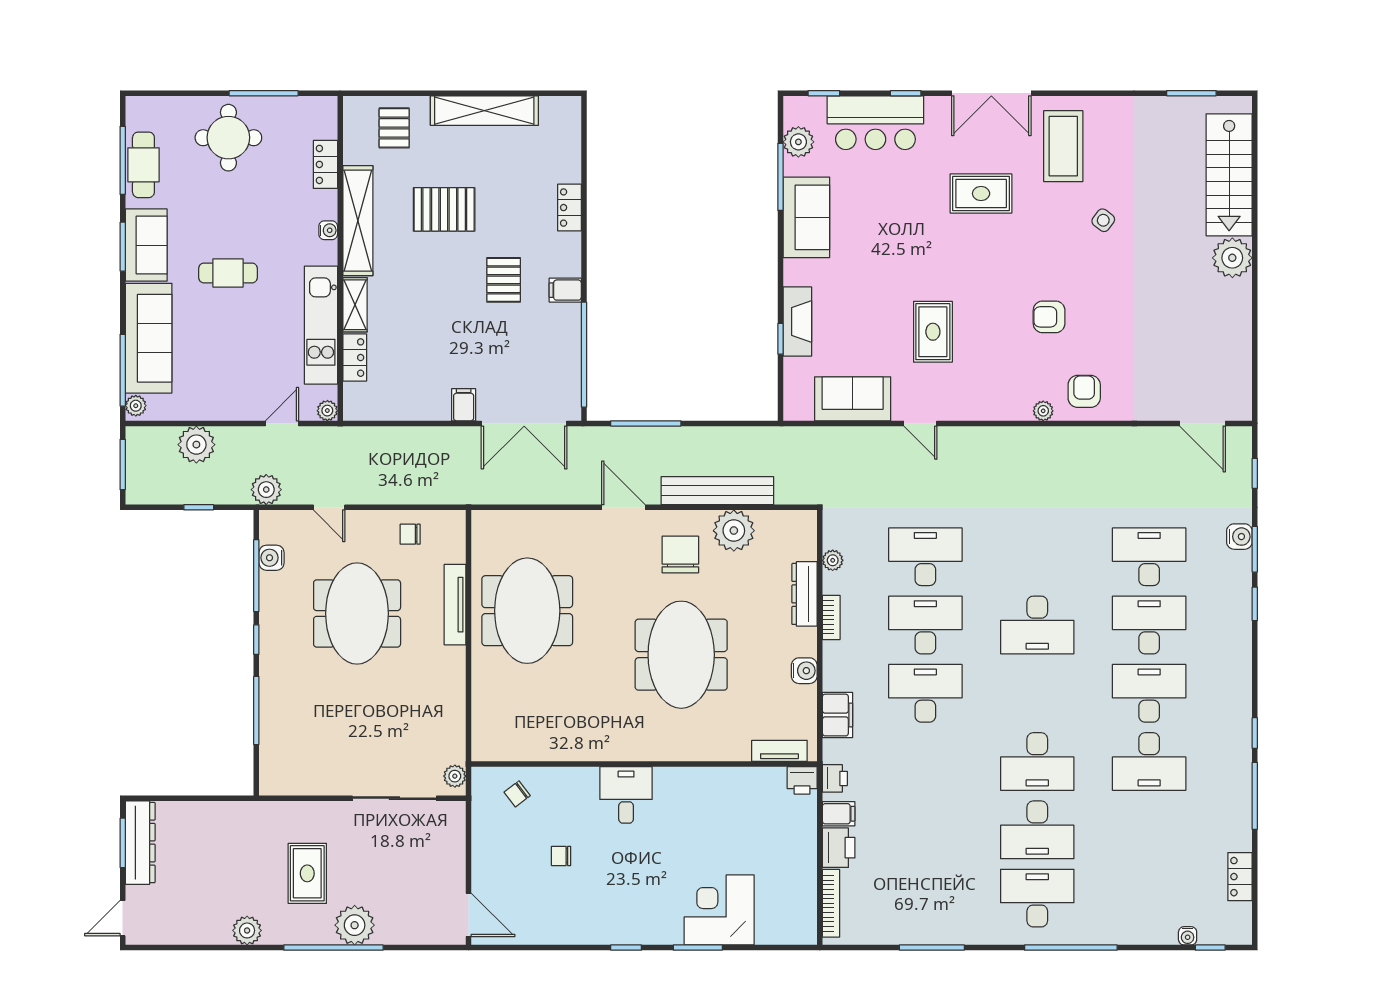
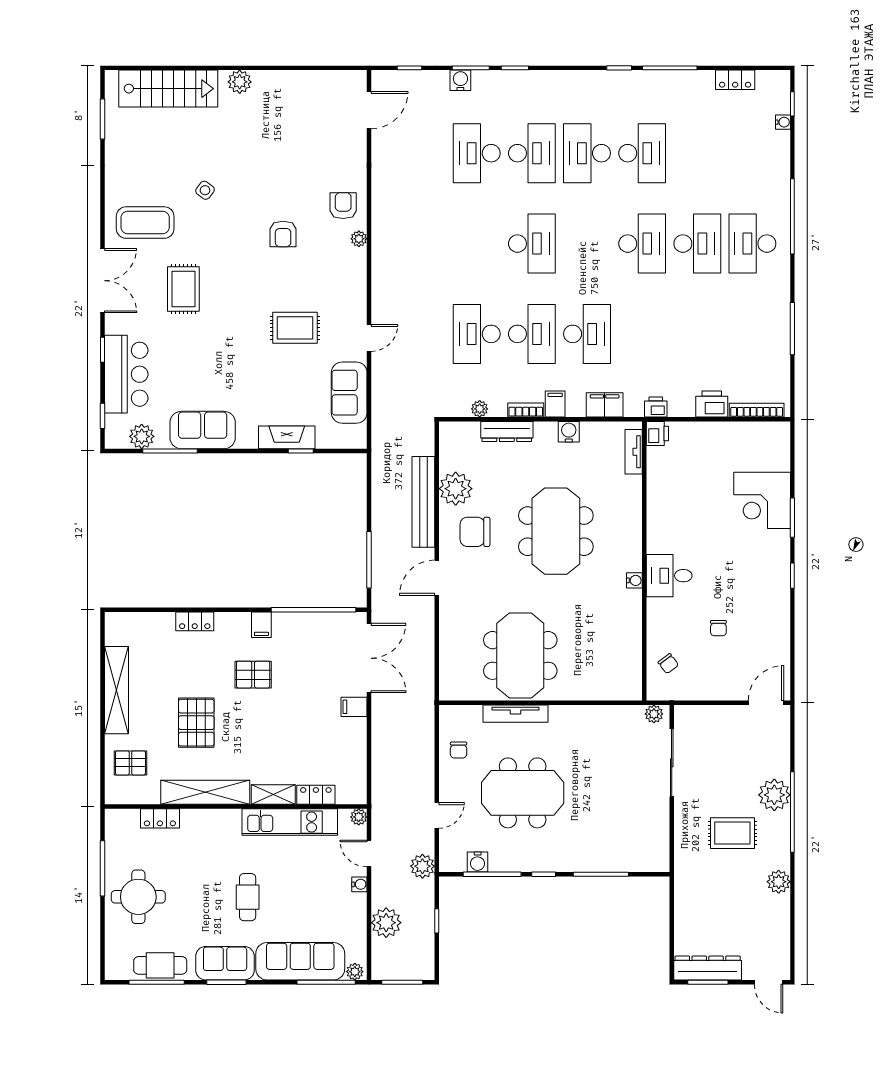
water cooler: (328, 230) -> (359, 884), moved, turned 90
plant: (1232, 258) -> (240, 82), width x0.73, depth x0.73
armchair: (1084, 391) -> (343, 206), turned 90
meeting table: (527, 611) -> (520, 655), turned 90
desk: (925, 625) -> (532, 334), turned 180
desk: (1149, 625) -> (532, 153), turned 180
meeting table: (681, 655) -> (556, 531), turned 90
desk: (925, 693) -> (587, 334), turned 180
water cooler: (620, 752) -> (634, 580), added
filing cabinet: (839, 814) -> (555, 404), moved

